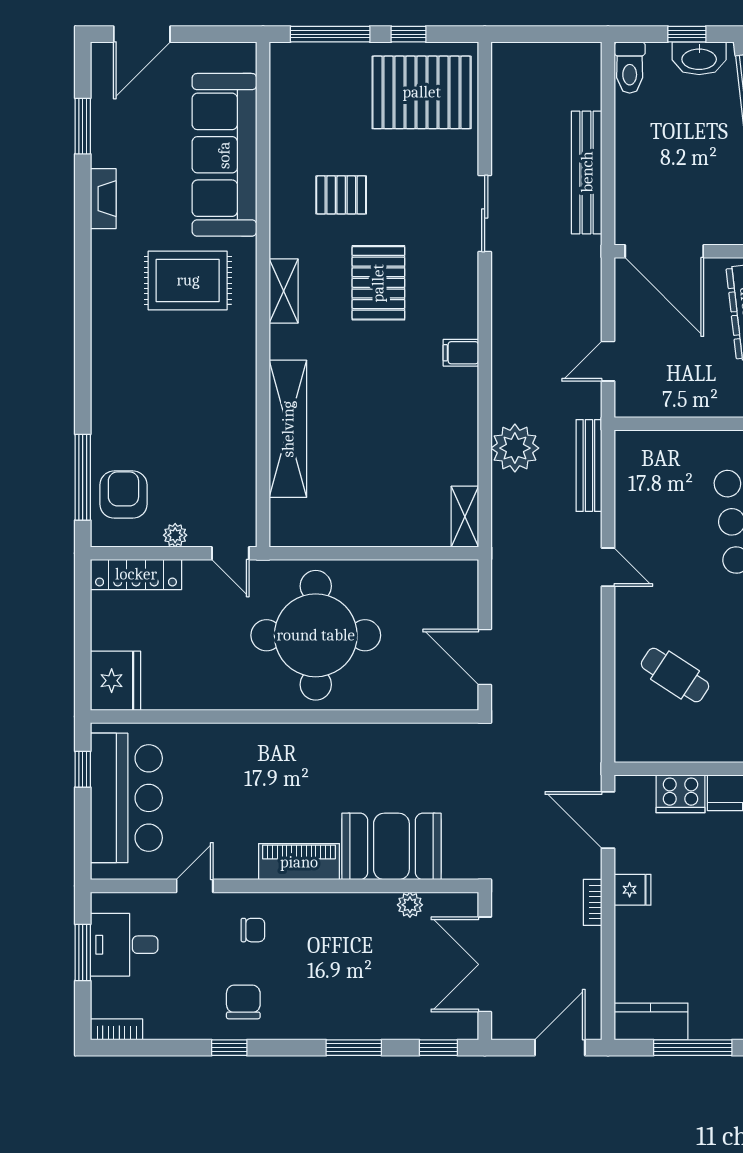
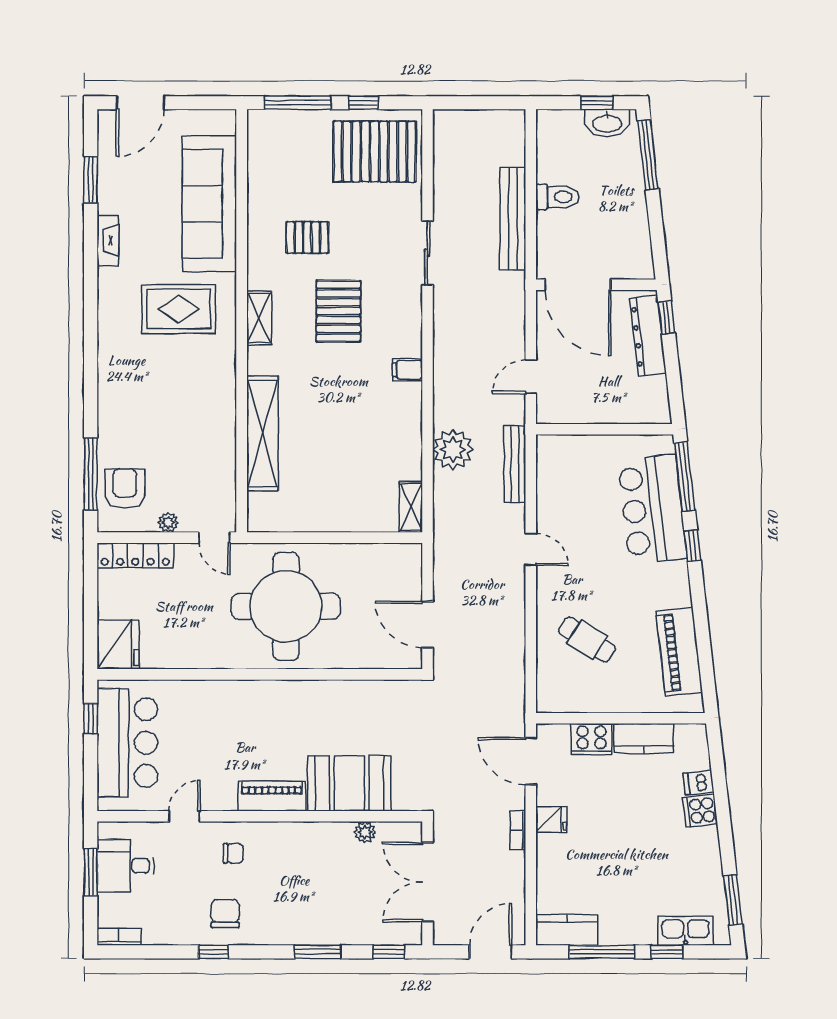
toilet: (630, 67) -> (557, 197), moved, turned -90

